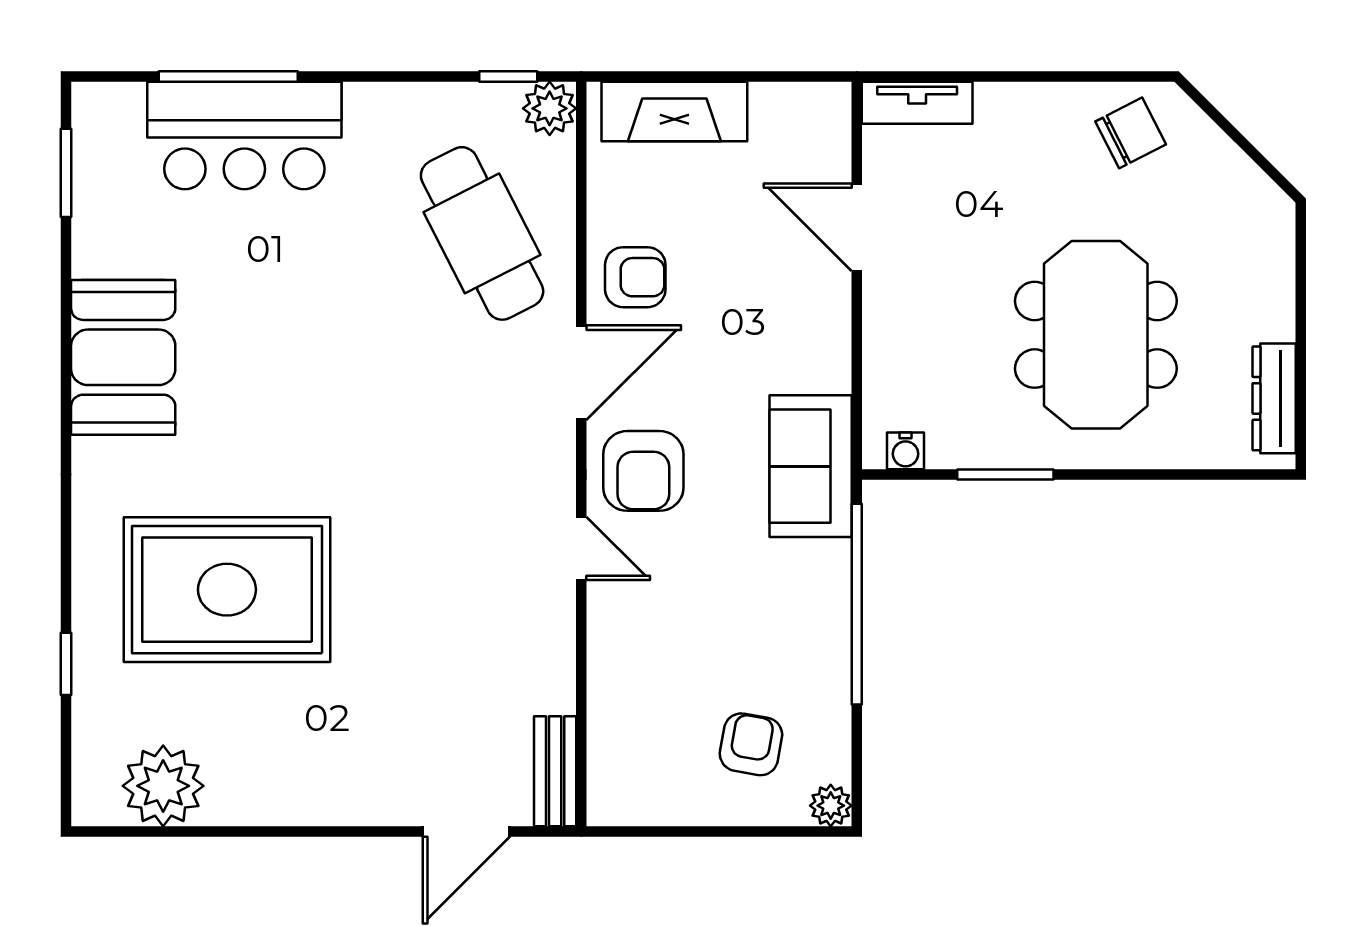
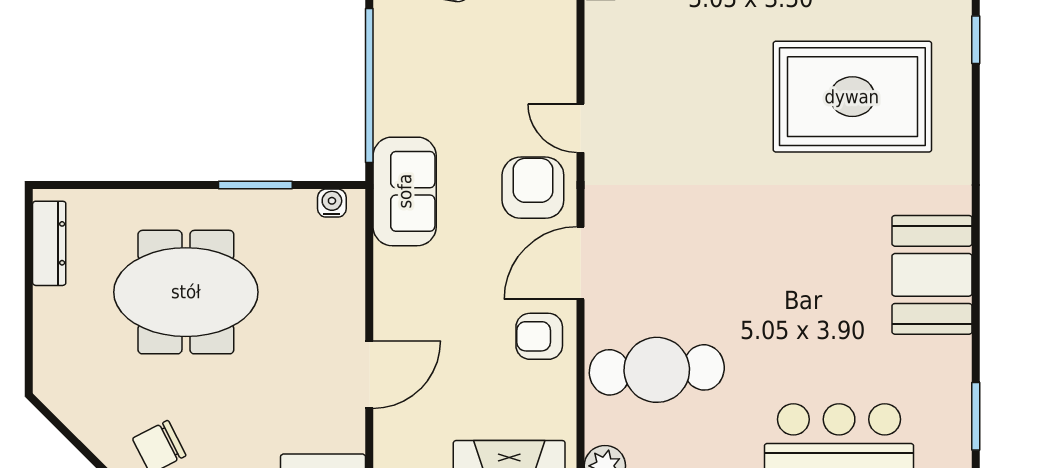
door: (857, 227) -> (369, 375), hinge flipped
cafe table: (482, 233) -> (657, 370), turned -66
meeting table: (1096, 335) -> (186, 292), turned 90

